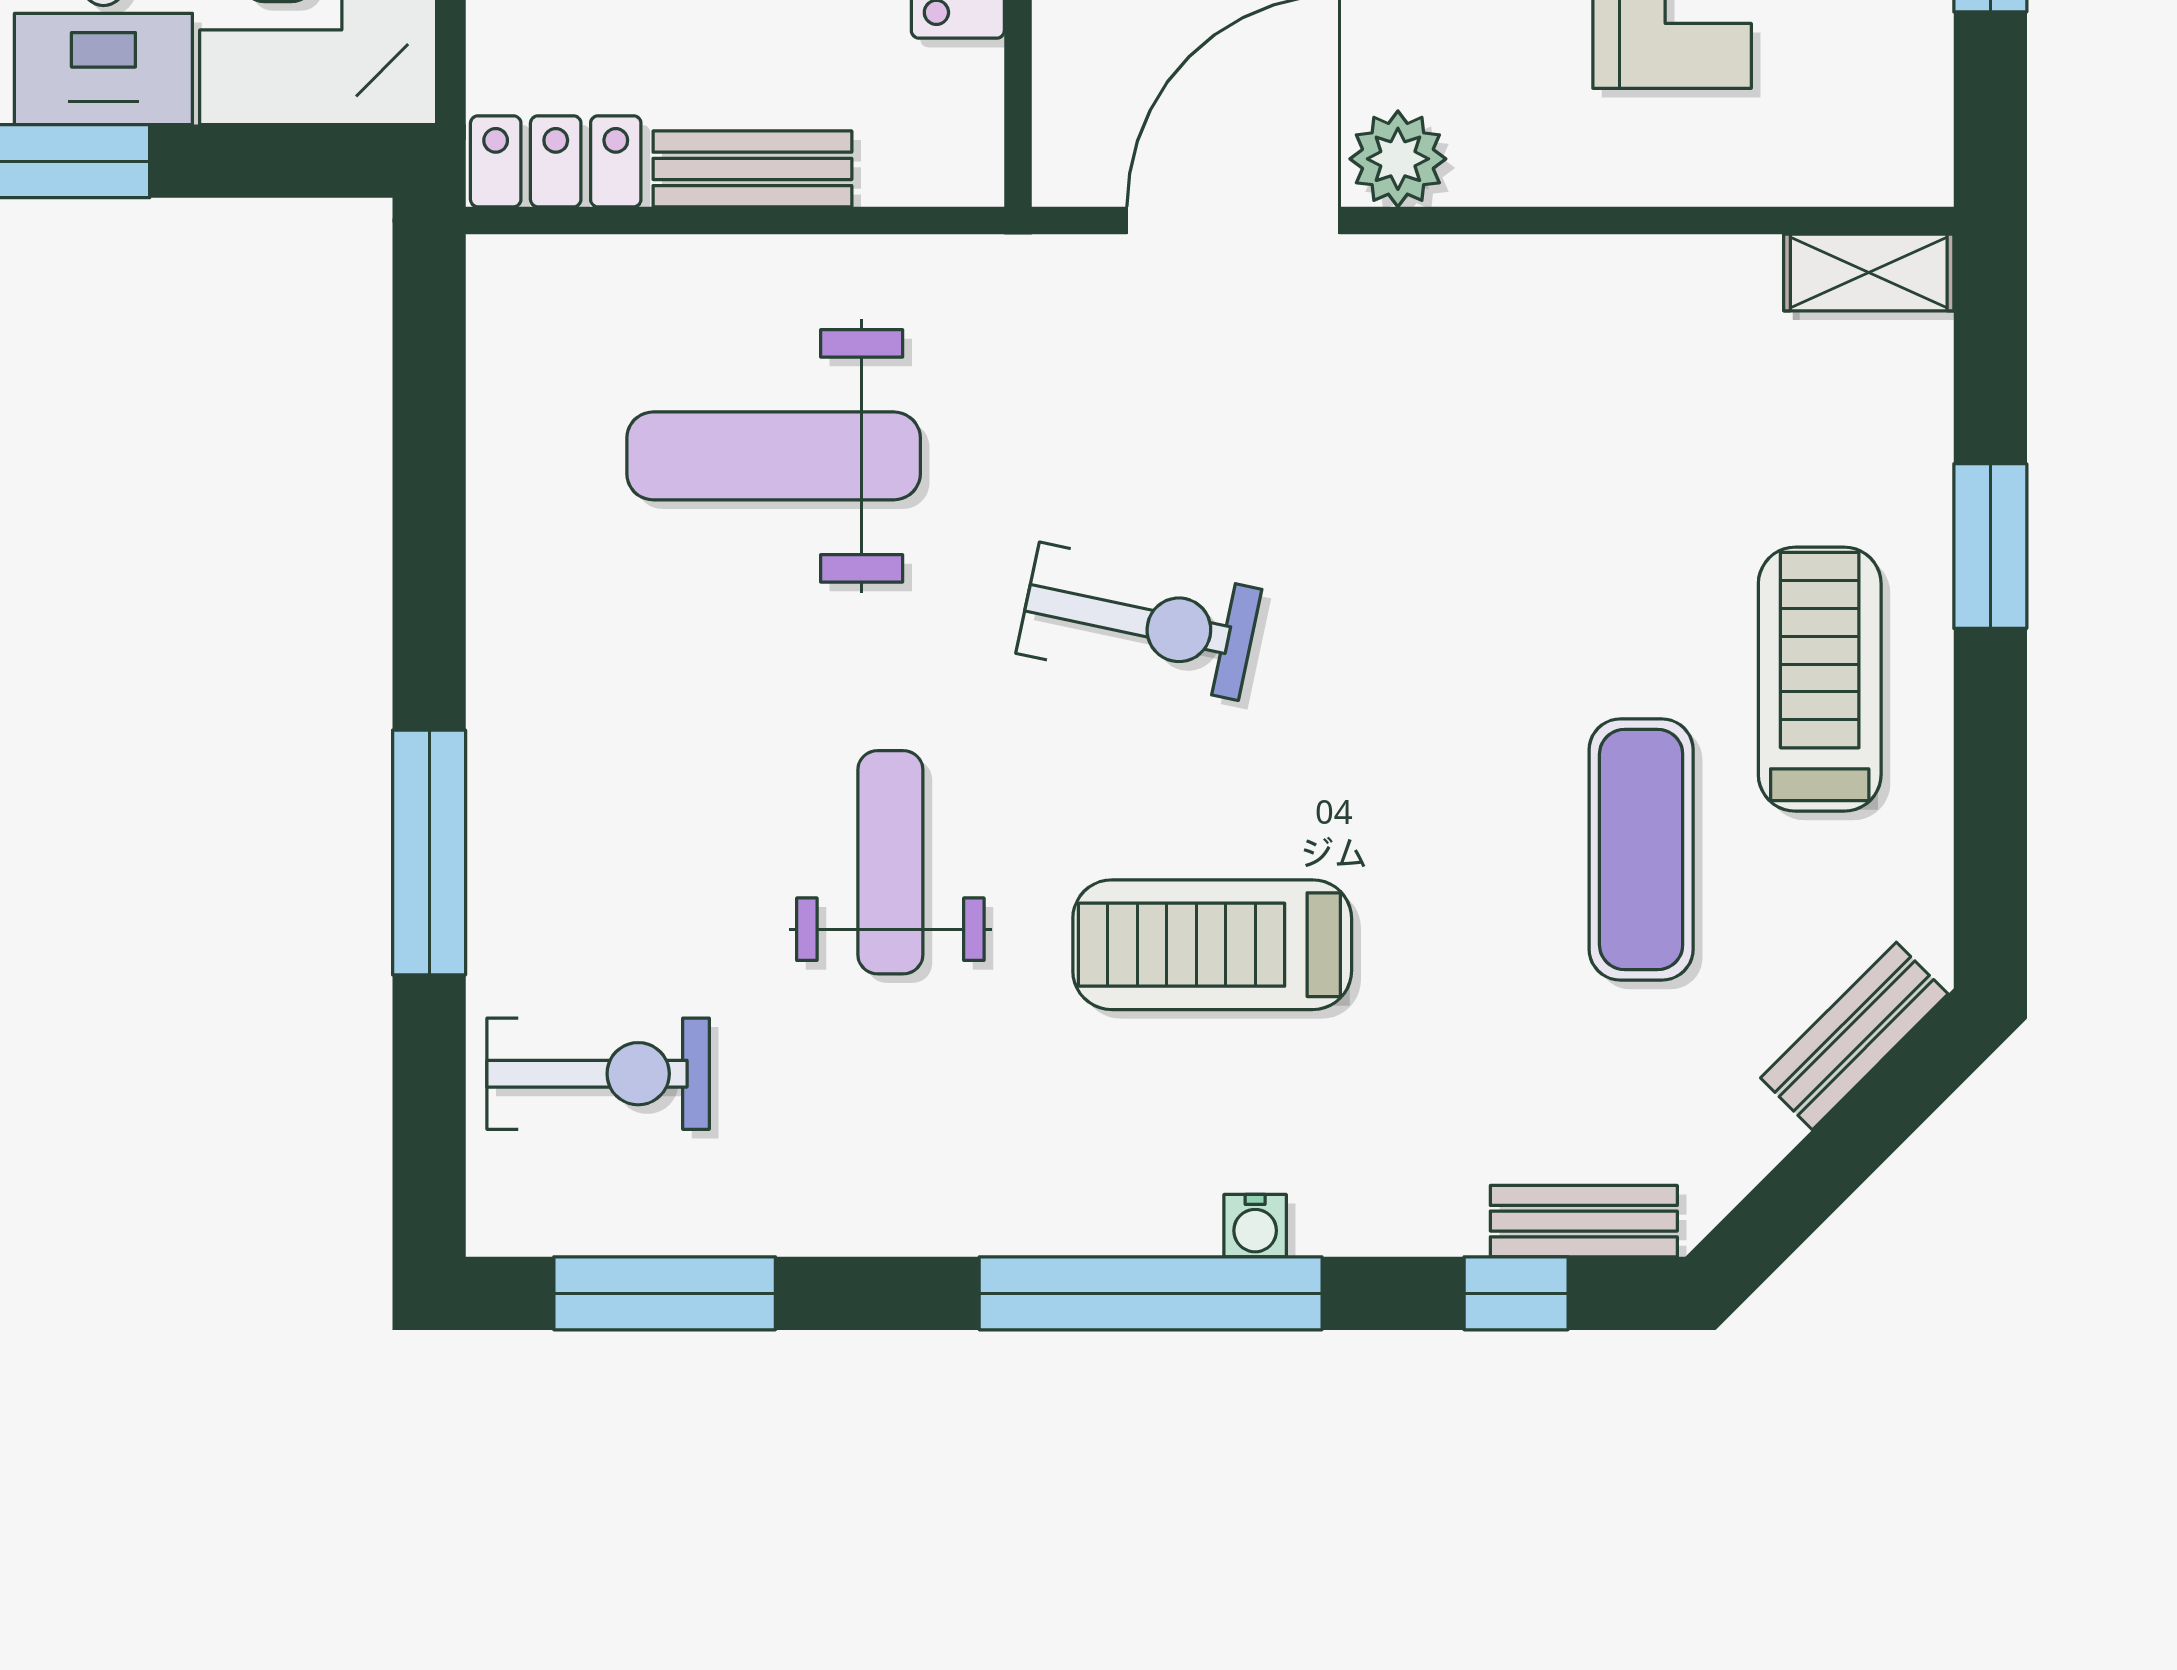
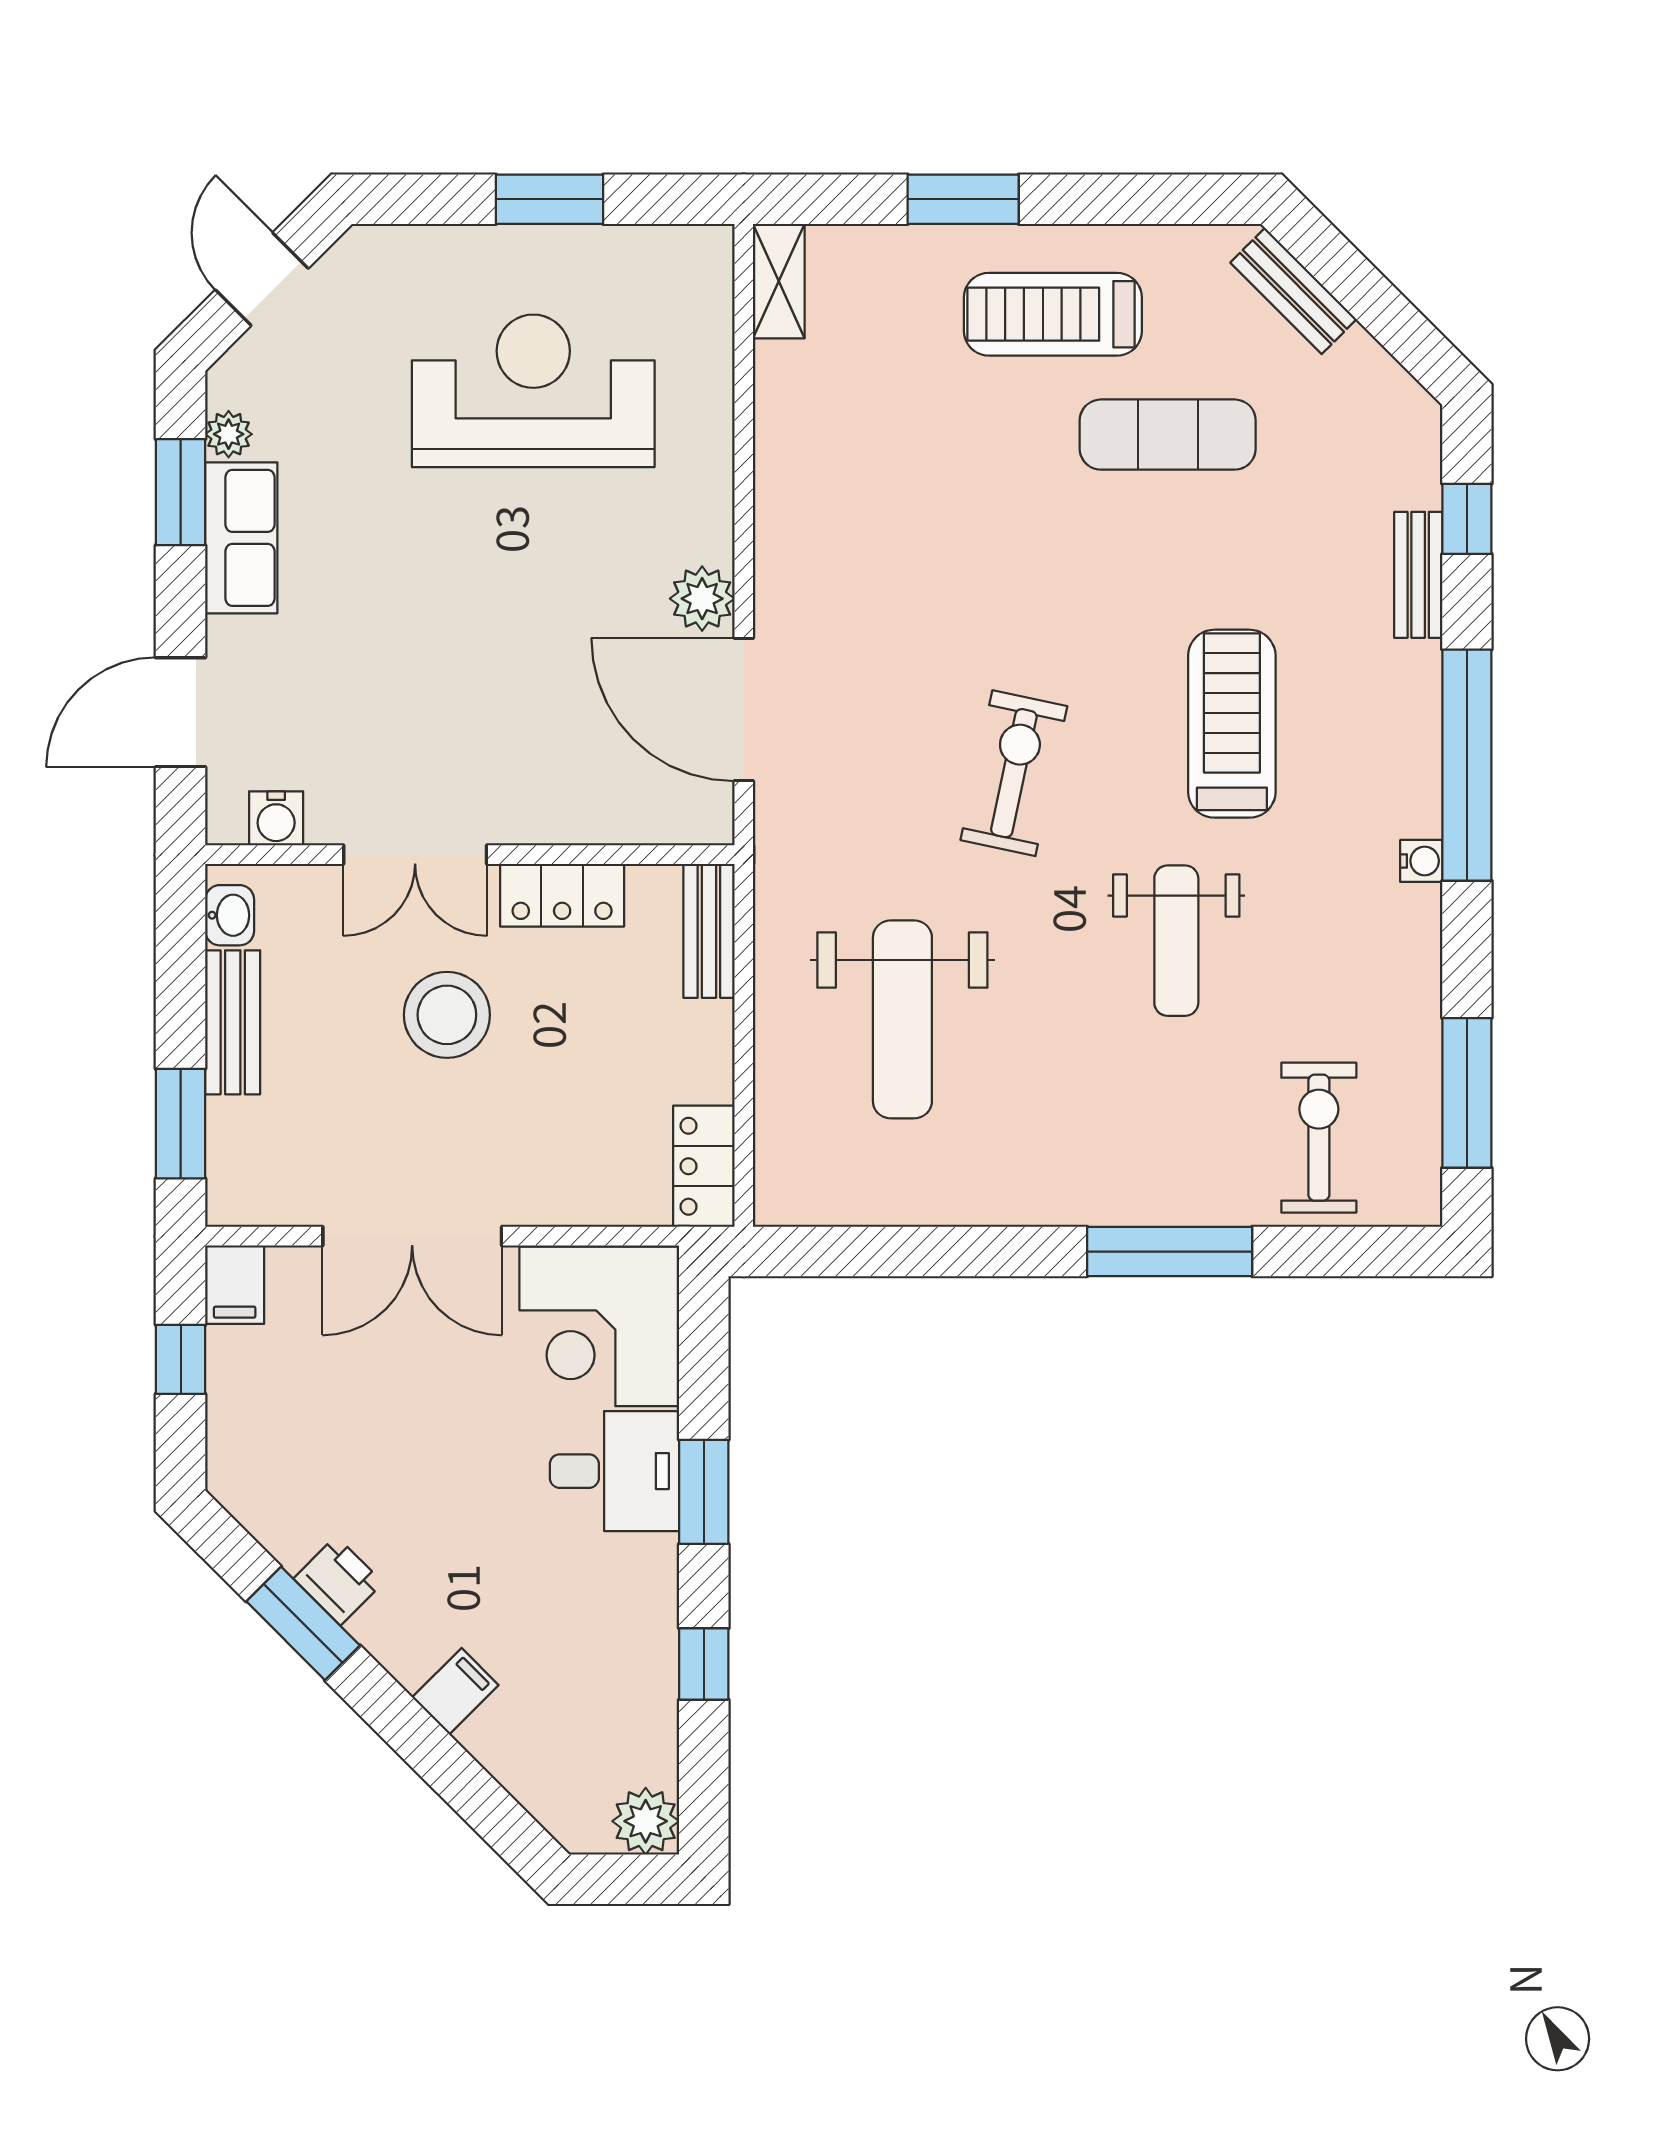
bench: (752, 169) -> (709, 931), moved
weight bench: (890, 862) -> (1176, 941), turned -90
treadmill: (1212, 945) -> (1232, 724), turned 180
bench: (1584, 1221) -> (1418, 575), moved
water cooler: (1255, 1226) -> (1421, 861), moved

